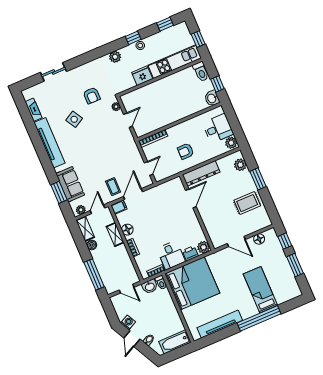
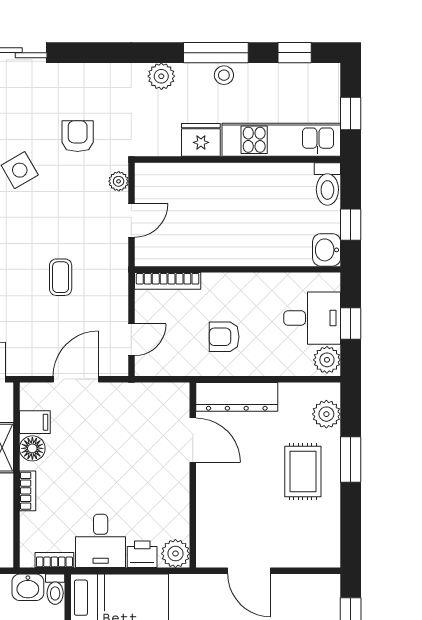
window: (133, 38) -> (216, 53), width x2.17
armchair: (92, 96) -> (78, 136), turned 180
window: (234, 124) -> (351, 324), added
coffee table: (113, 187) -> (61, 277), moved
door: (191, 198) -> (193, 440), hinge flipped
rug: (247, 203) -> (303, 471), moved, turned 90
filing cabinet: (119, 207) -> (35, 422), moved
floor lamp: (259, 239) -> (299, 586), removed

